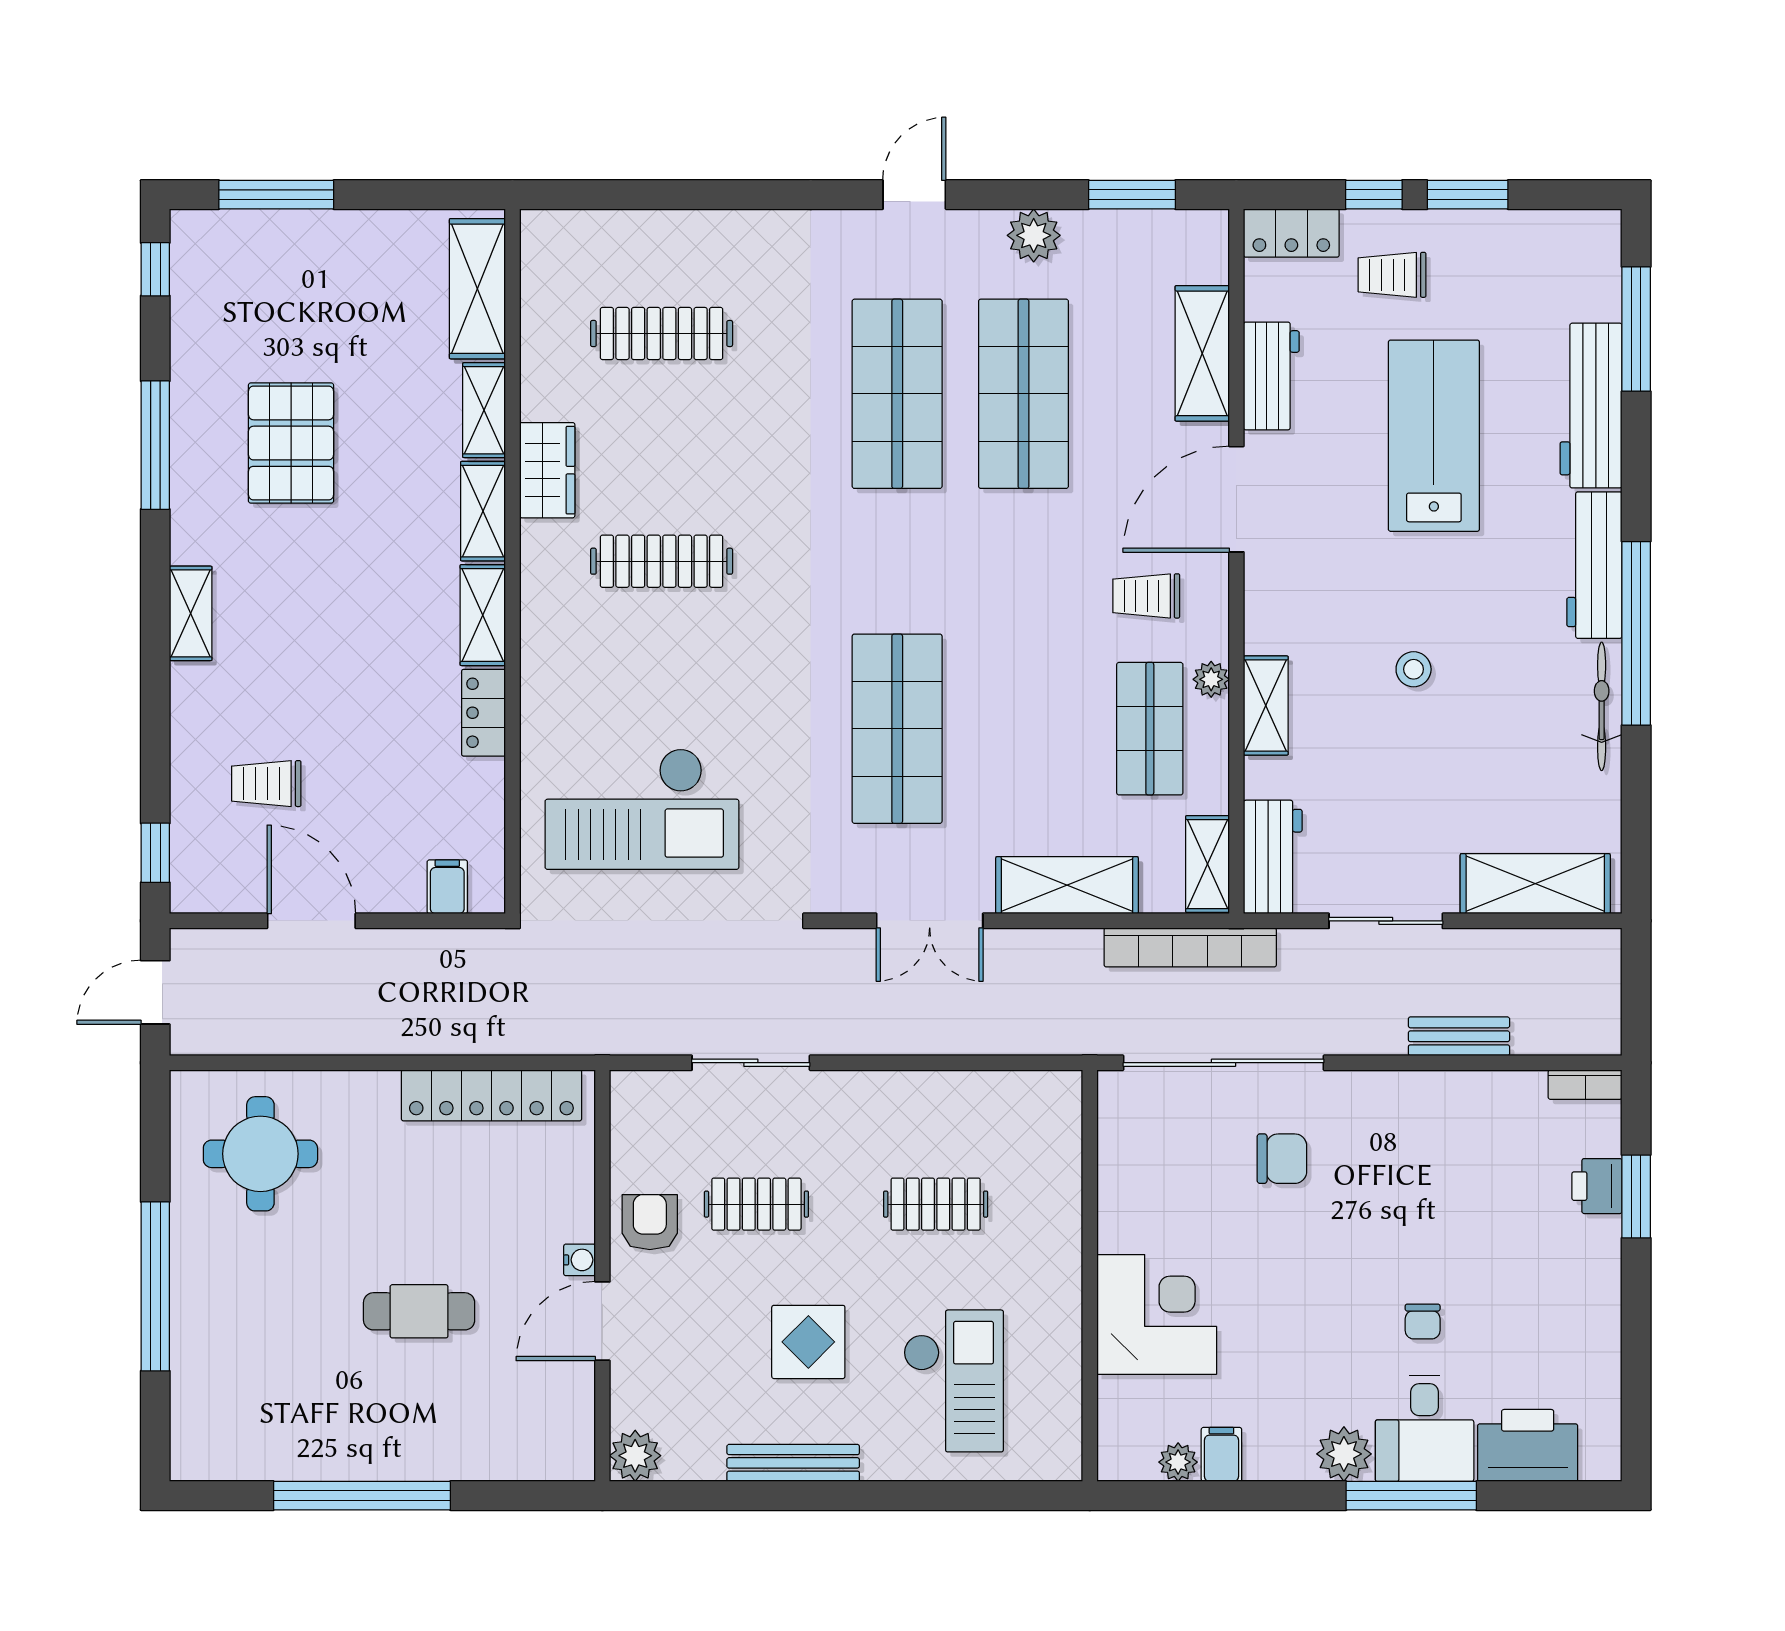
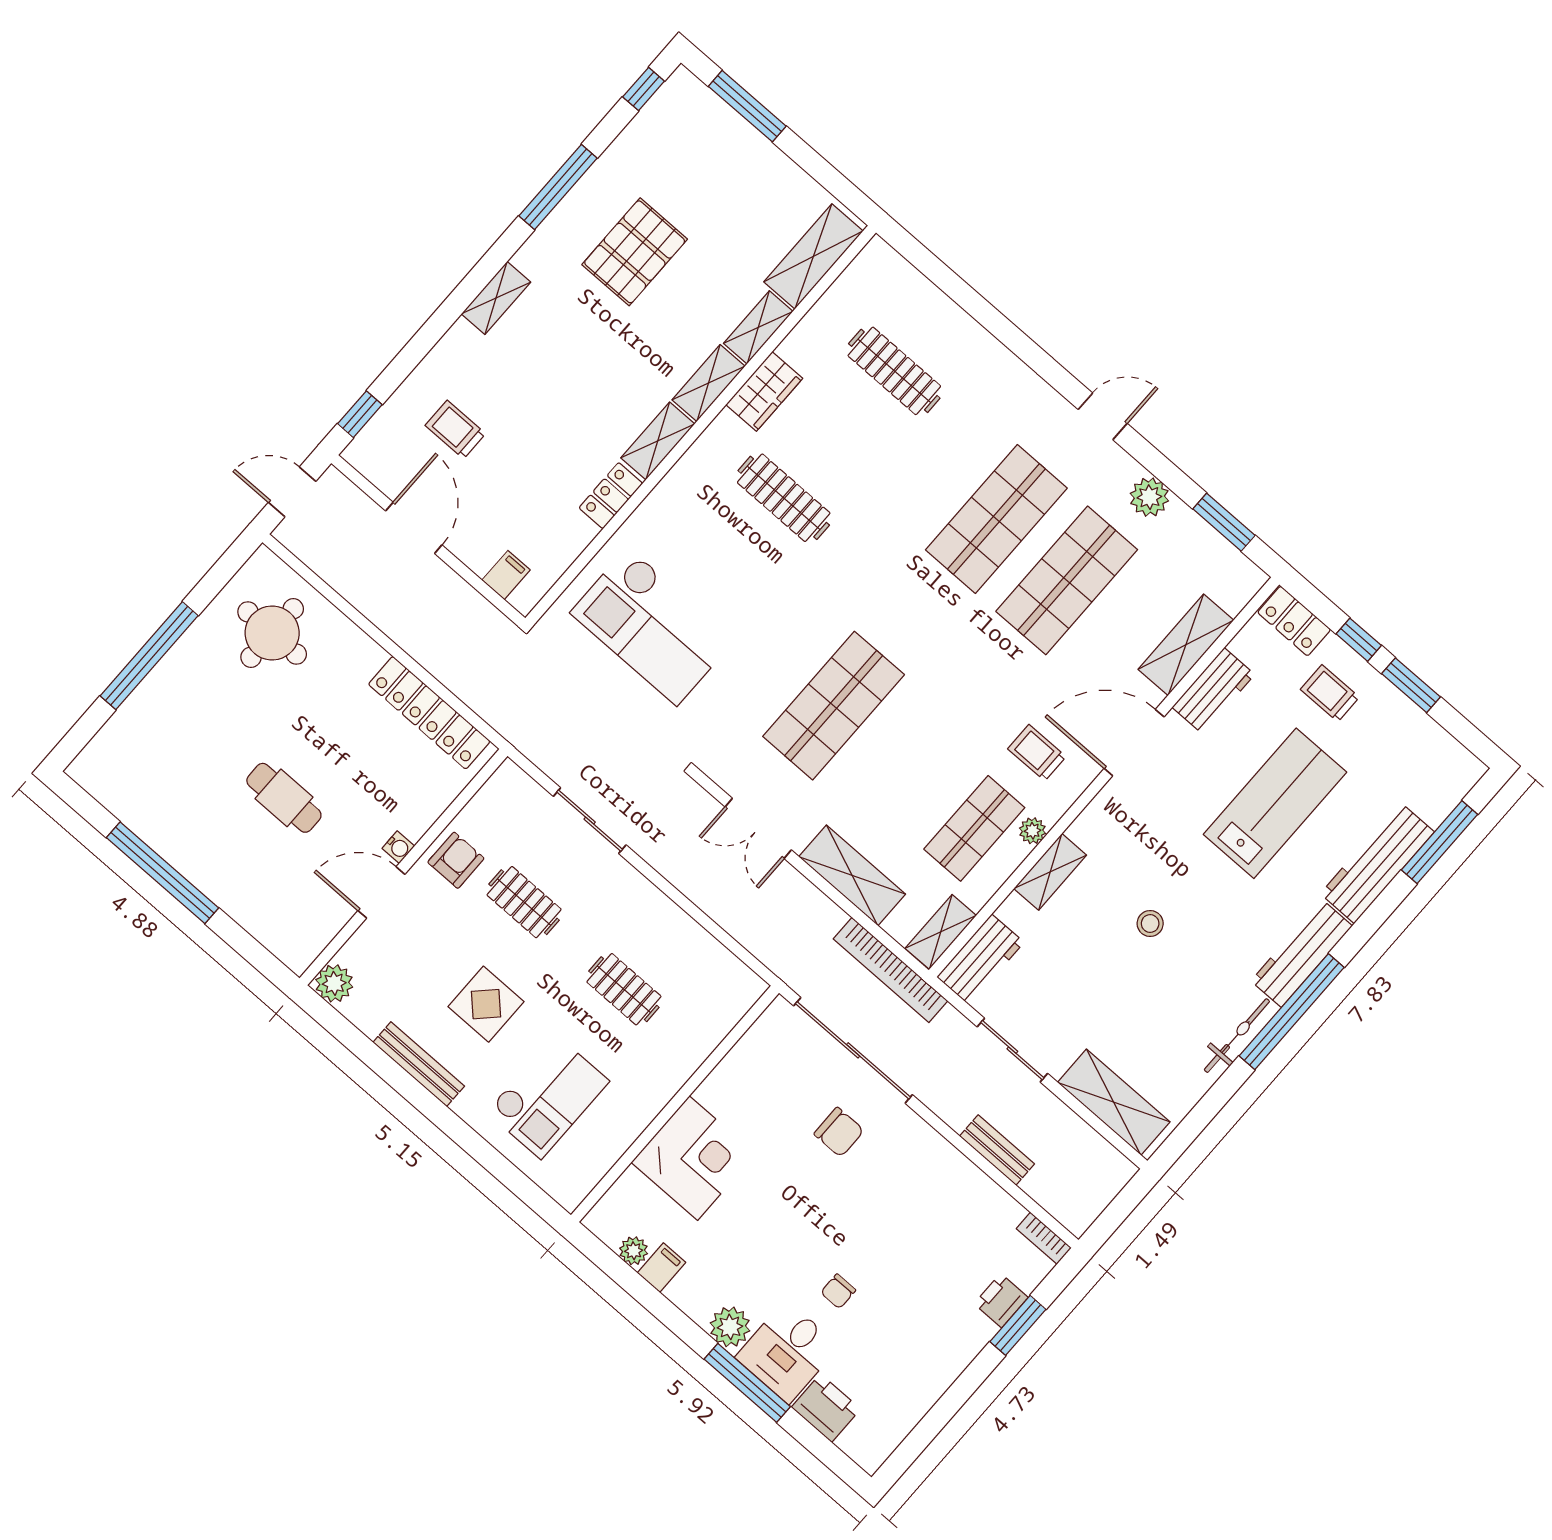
printer: (1528, 1445) -> (826, 1408), width x0.73, depth x0.84

